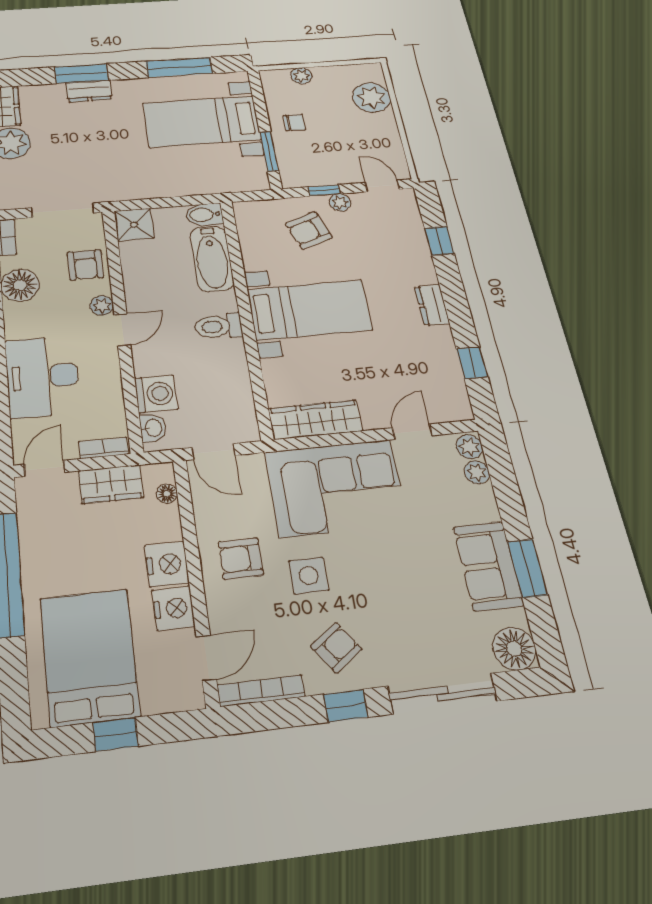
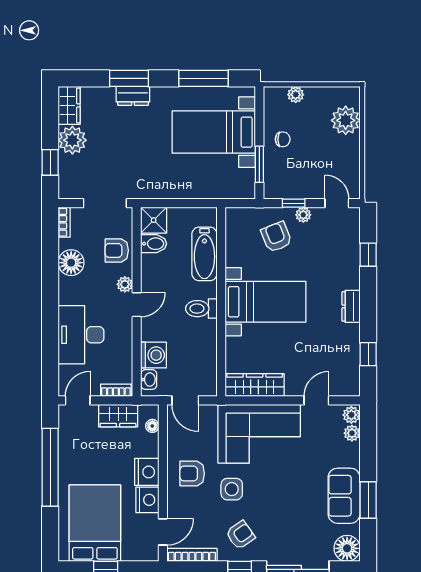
bidet: (204, 215) -> (154, 244), moved, turned 180
armchair: (309, 230) -> (276, 237), turned 88
armchair: (86, 265) -> (117, 250), turned 90

